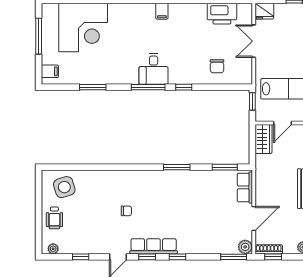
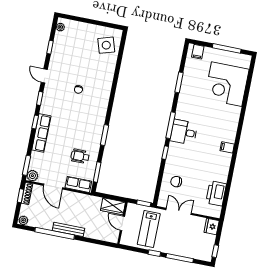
double door: (254, 41) -> (179, 211), moved
wheelchair: (54, 218) -> (80, 156), moved
row of seats: (154, 246) -> (41, 133), moved

